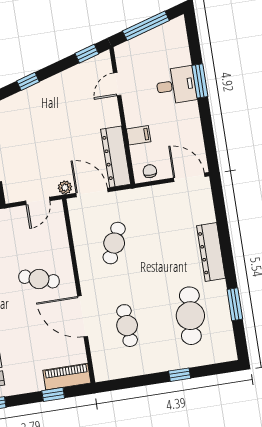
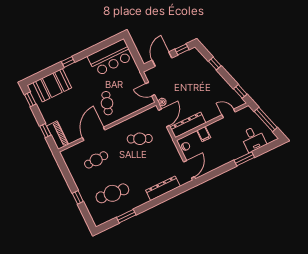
desk: (176, 85) -> (253, 139), moved
dresser: (211, 252) -> (163, 188), moved

